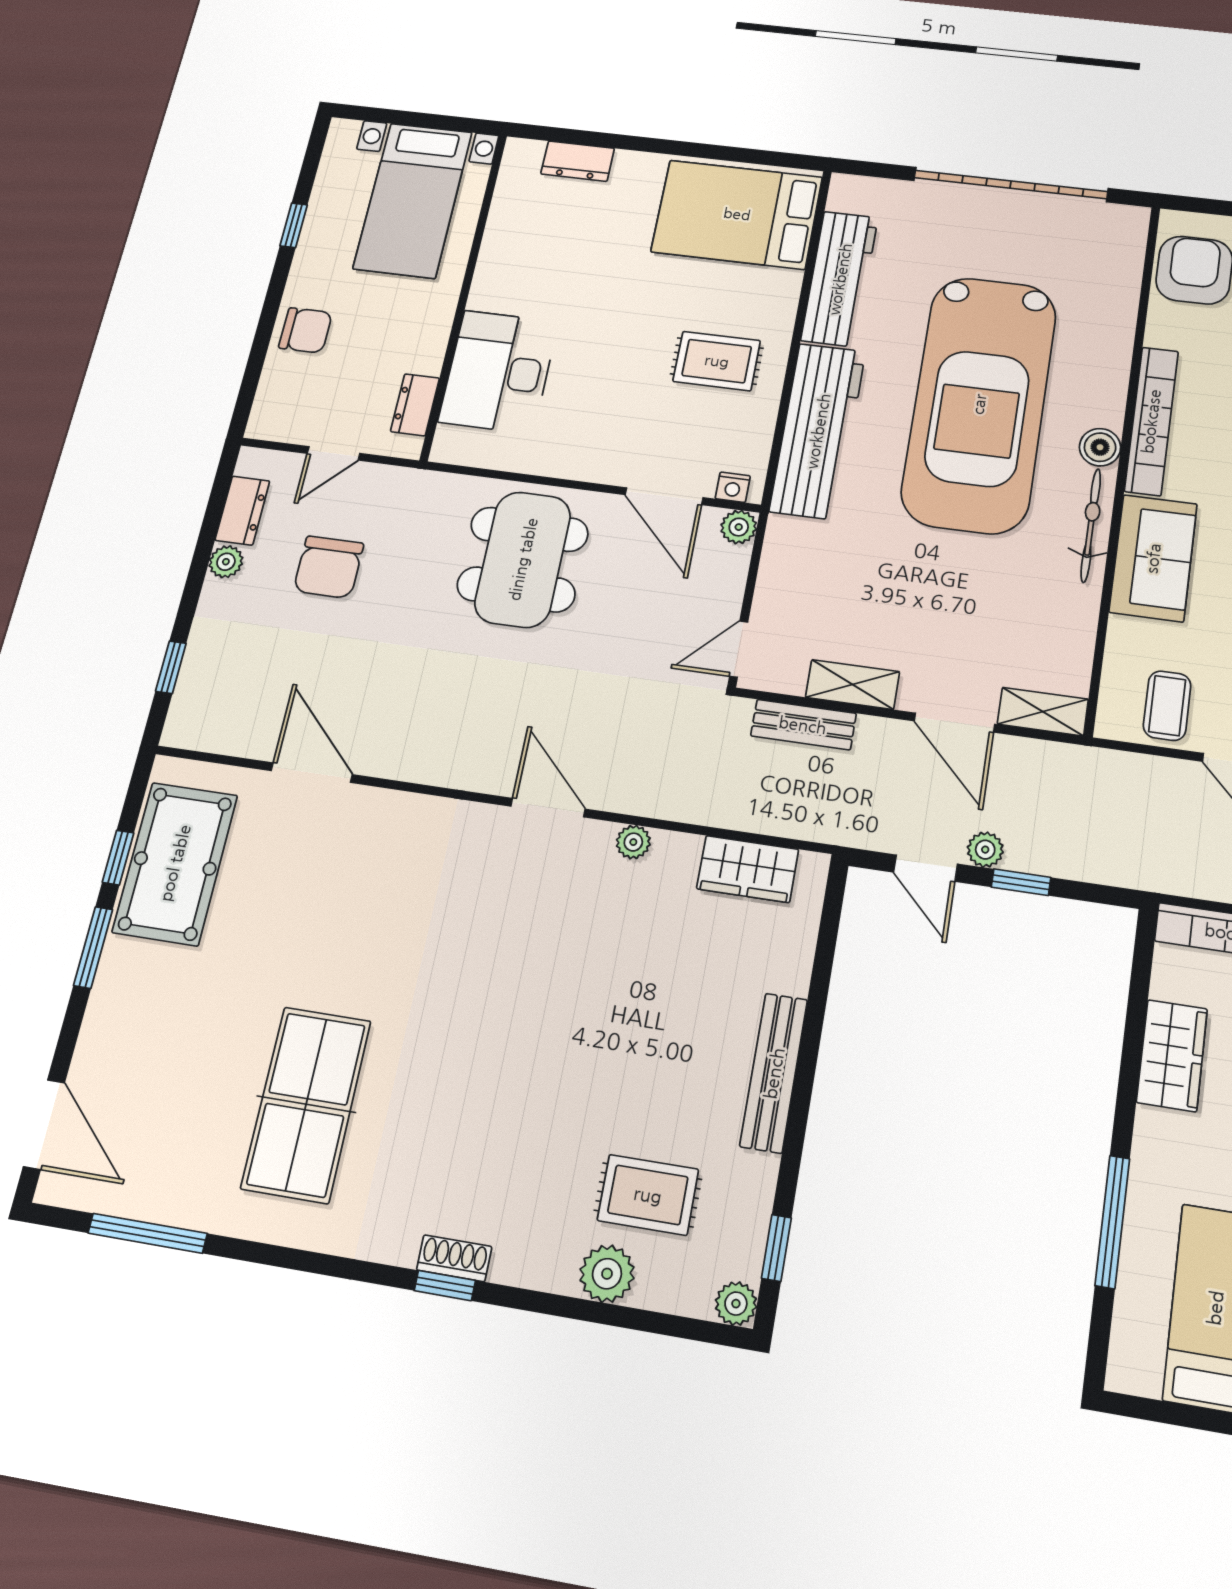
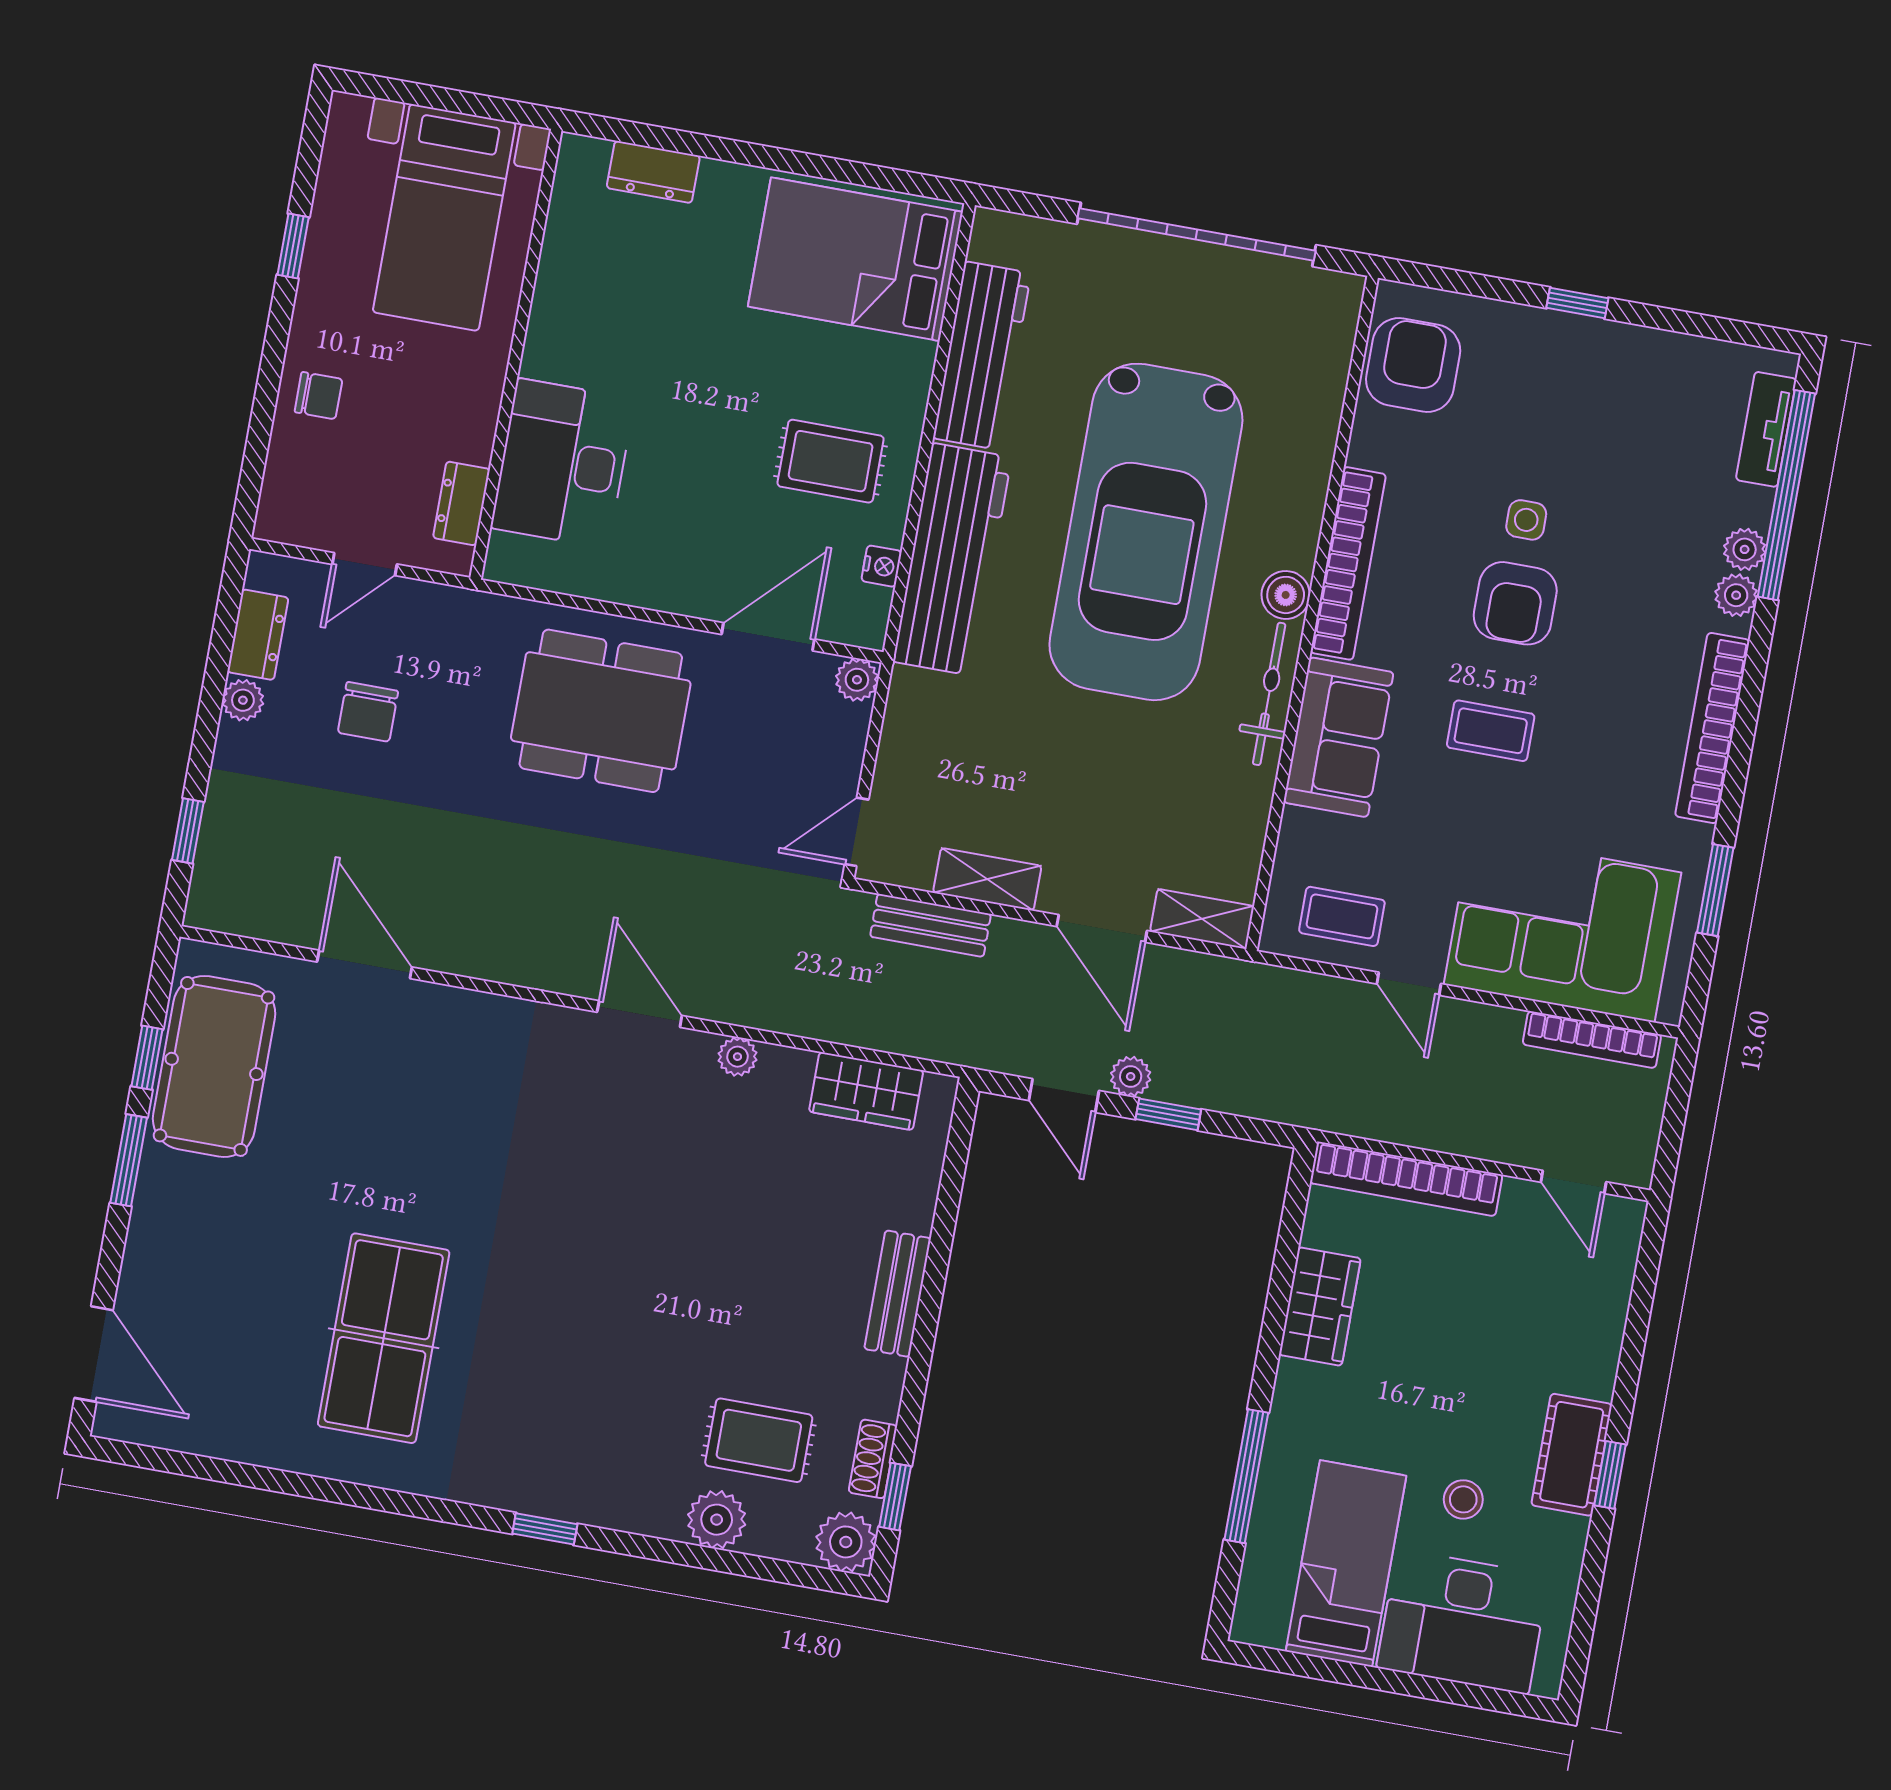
chair: (305, 330) -> (319, 396), width x0.73, depth x0.73
nightstand: (733, 487) -> (882, 566), moved, turned -90
door: (664, 496) -> (768, 637), swing flipped
dining table: (523, 559) -> (601, 711), turned 90
chair: (329, 567) -> (368, 712), width x0.73, depth x0.73
coffee table: (1167, 706) -> (1342, 916), turned 90
bench: (774, 1073) -> (898, 1294), width x0.73
window: (148, 1233) -> (220, 1470), removed
shoe rack: (454, 1258) -> (873, 1459), moved, turned -90
plant: (736, 1304) -> (846, 1542), width x1.38, depth x1.38

